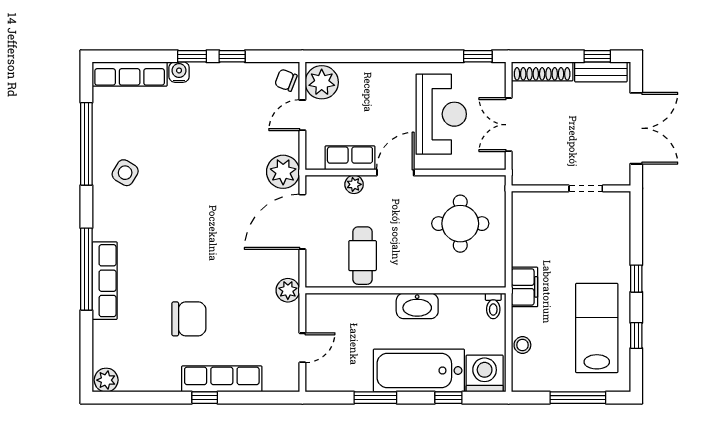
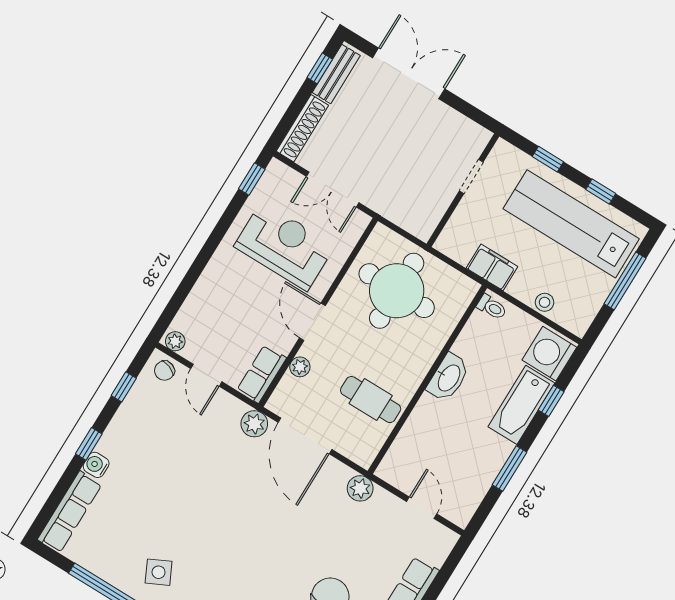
window: (232, 56) -> (124, 387), moved
plant: (322, 82) -> (175, 341), width x0.53, depth x0.53
row of seats: (350, 158) -> (262, 374), moved
plant: (283, 172) -> (254, 424), width x0.73, depth x0.73
side table: (125, 173) -> (159, 572), turned 33
wall: (571, 188) -> (463, 190), moved
doorway: (586, 188) -> (471, 176), moved
round table: (460, 224) -> (397, 291), width x1.36, depth x1.36
lab bench: (597, 328) -> (571, 224), width x1.36
bathtub: (419, 371) -> (521, 405), width x0.73, depth x0.73

